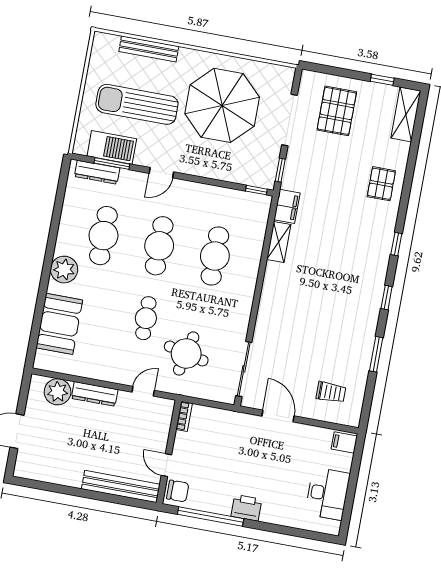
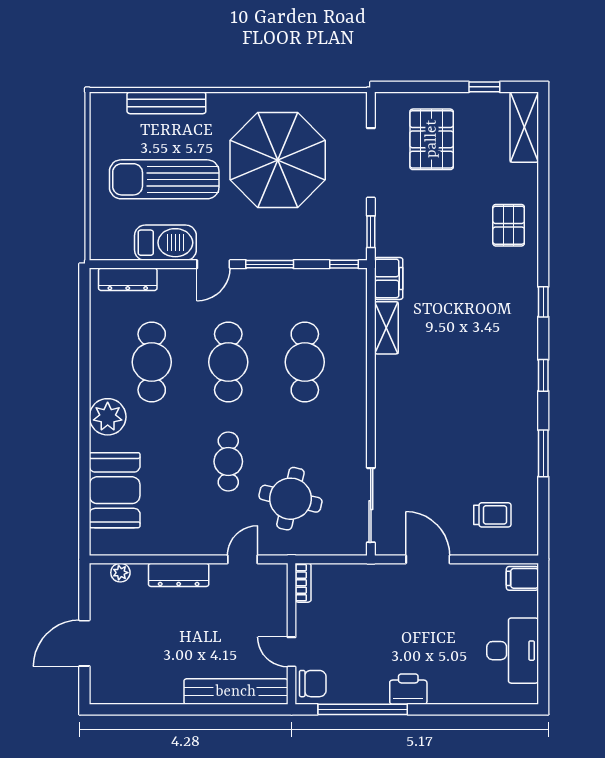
barbecue: (112, 147) -> (165, 243), moved
window: (112, 164) -> (270, 264), moved
plant: (58, 392) -> (120, 573), width x0.53, depth x0.53

